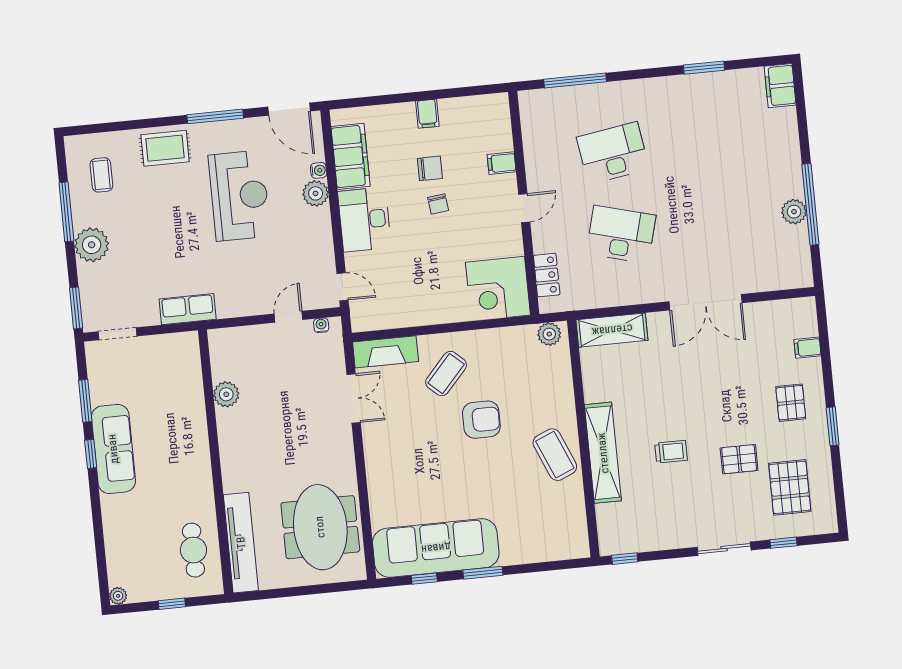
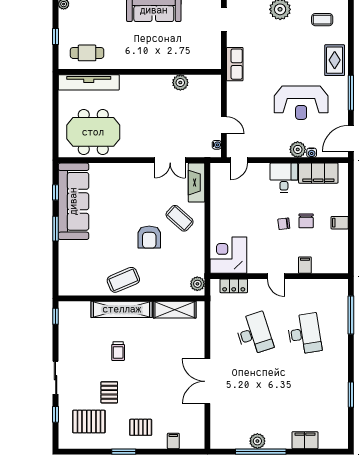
filing cabinet: (780, 86) -> (305, 440), moved
desk: (365, 220) -> (284, 178), width x0.73
desk: (621, 234) -> (254, 334), turned -33
shelving: (612, 330) -> (175, 310), moved, turned 90

